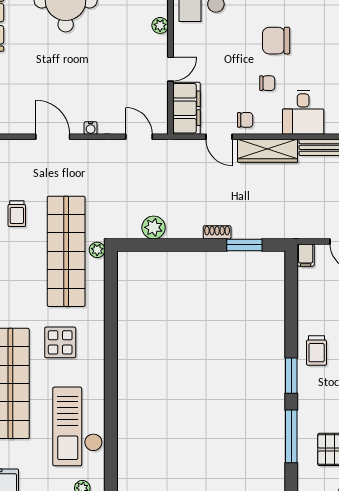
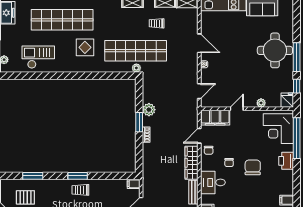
door: (170, 69) -> (237, 109), swing flipped
door: (53, 137) -> (199, 43), hinge flipped
plant: (154, 227) -> (149, 110), moved
window: (244, 245) -> (139, 122), moved
window: (291, 376) -> (78, 176), moved
checkout: (78, 426) -> (38, 57), width x0.73, depth x0.83
window: (291, 436) -> (33, 176), width x0.69

